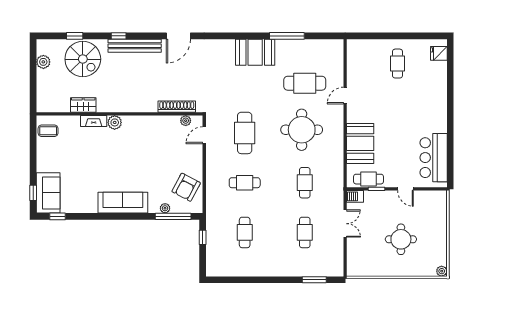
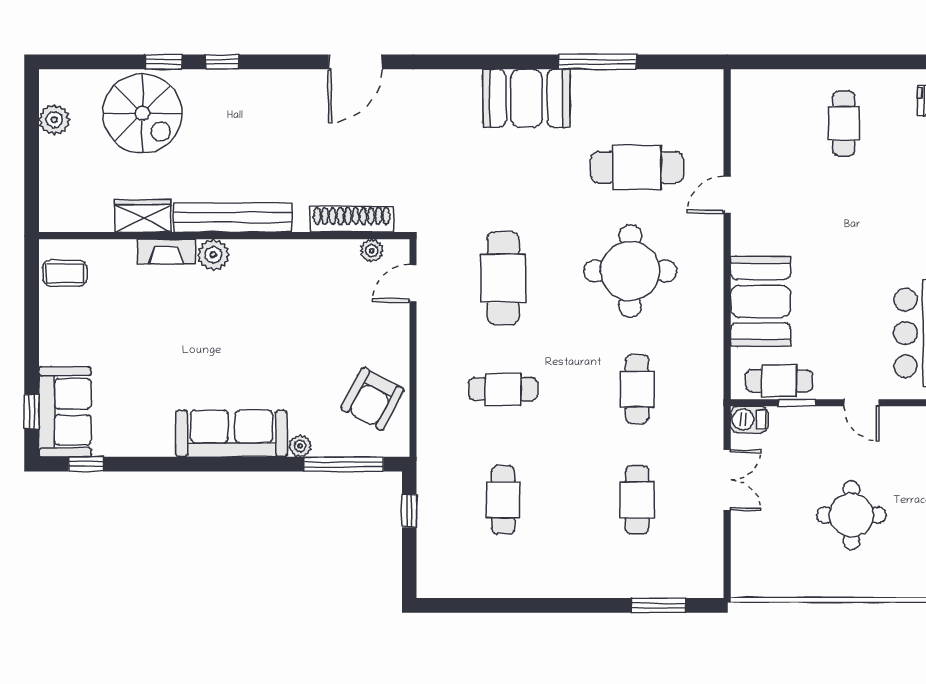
window: (75, 36) -> (164, 62), moved
bench: (135, 46) -> (233, 217), moved
plant: (165, 208) -> (300, 446), moved

